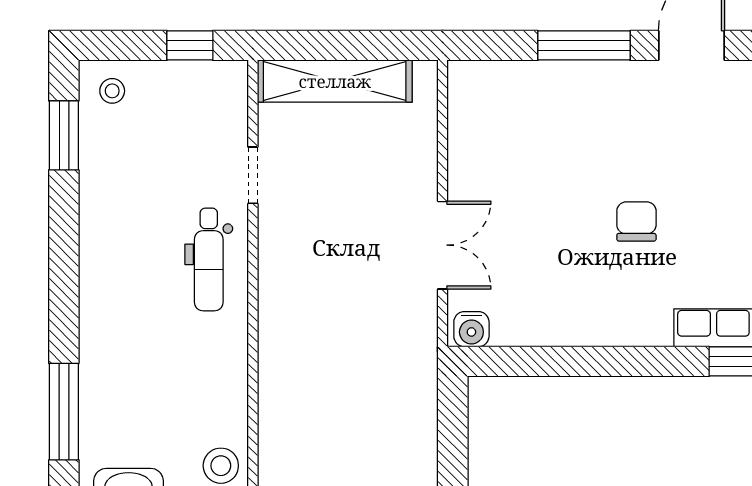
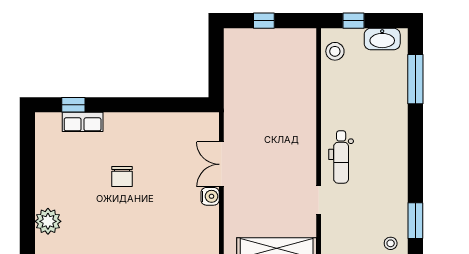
dental chair: (209, 259) -> (341, 157), turned 180
water cooler: (471, 329) -> (210, 196), moved, turned 90

